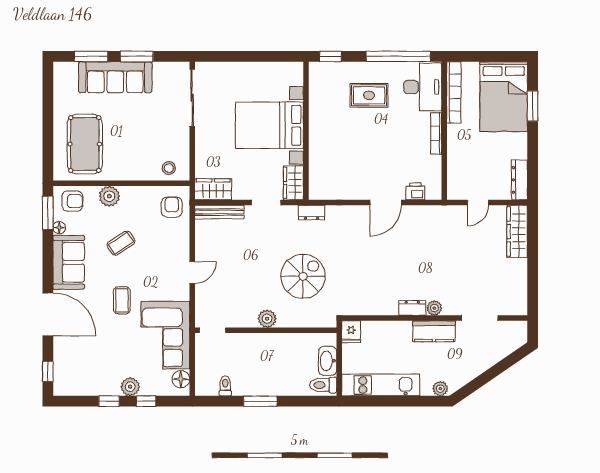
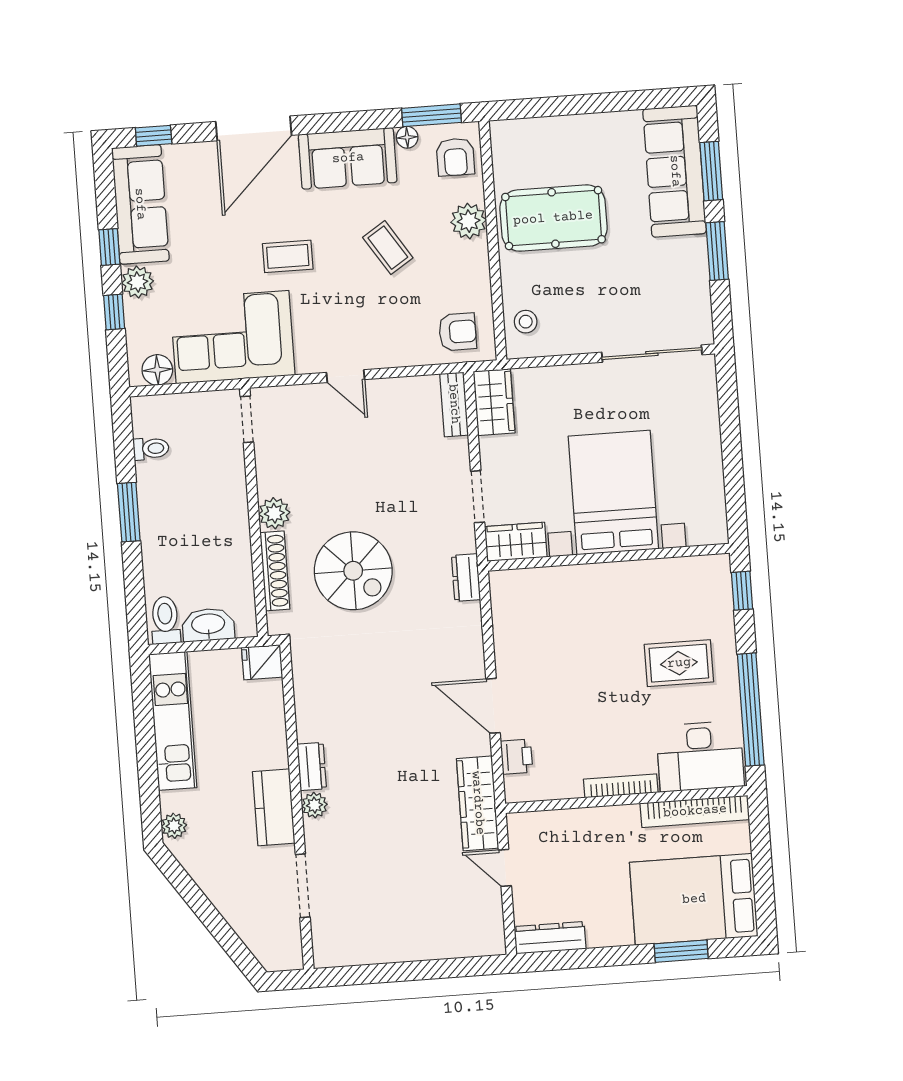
sofa: (115, 77) -> (675, 171), moved
rug: (369, 95) -> (679, 663), turned 90
pool table: (85, 144) -> (553, 218), moved
bench: (219, 212) -> (454, 404), width x0.73
wardrobe: (517, 231) -> (478, 803), moved, turned -90
shoe rack: (300, 321) -> (275, 571), added
sofa: (86, 382) -> (140, 204), added

